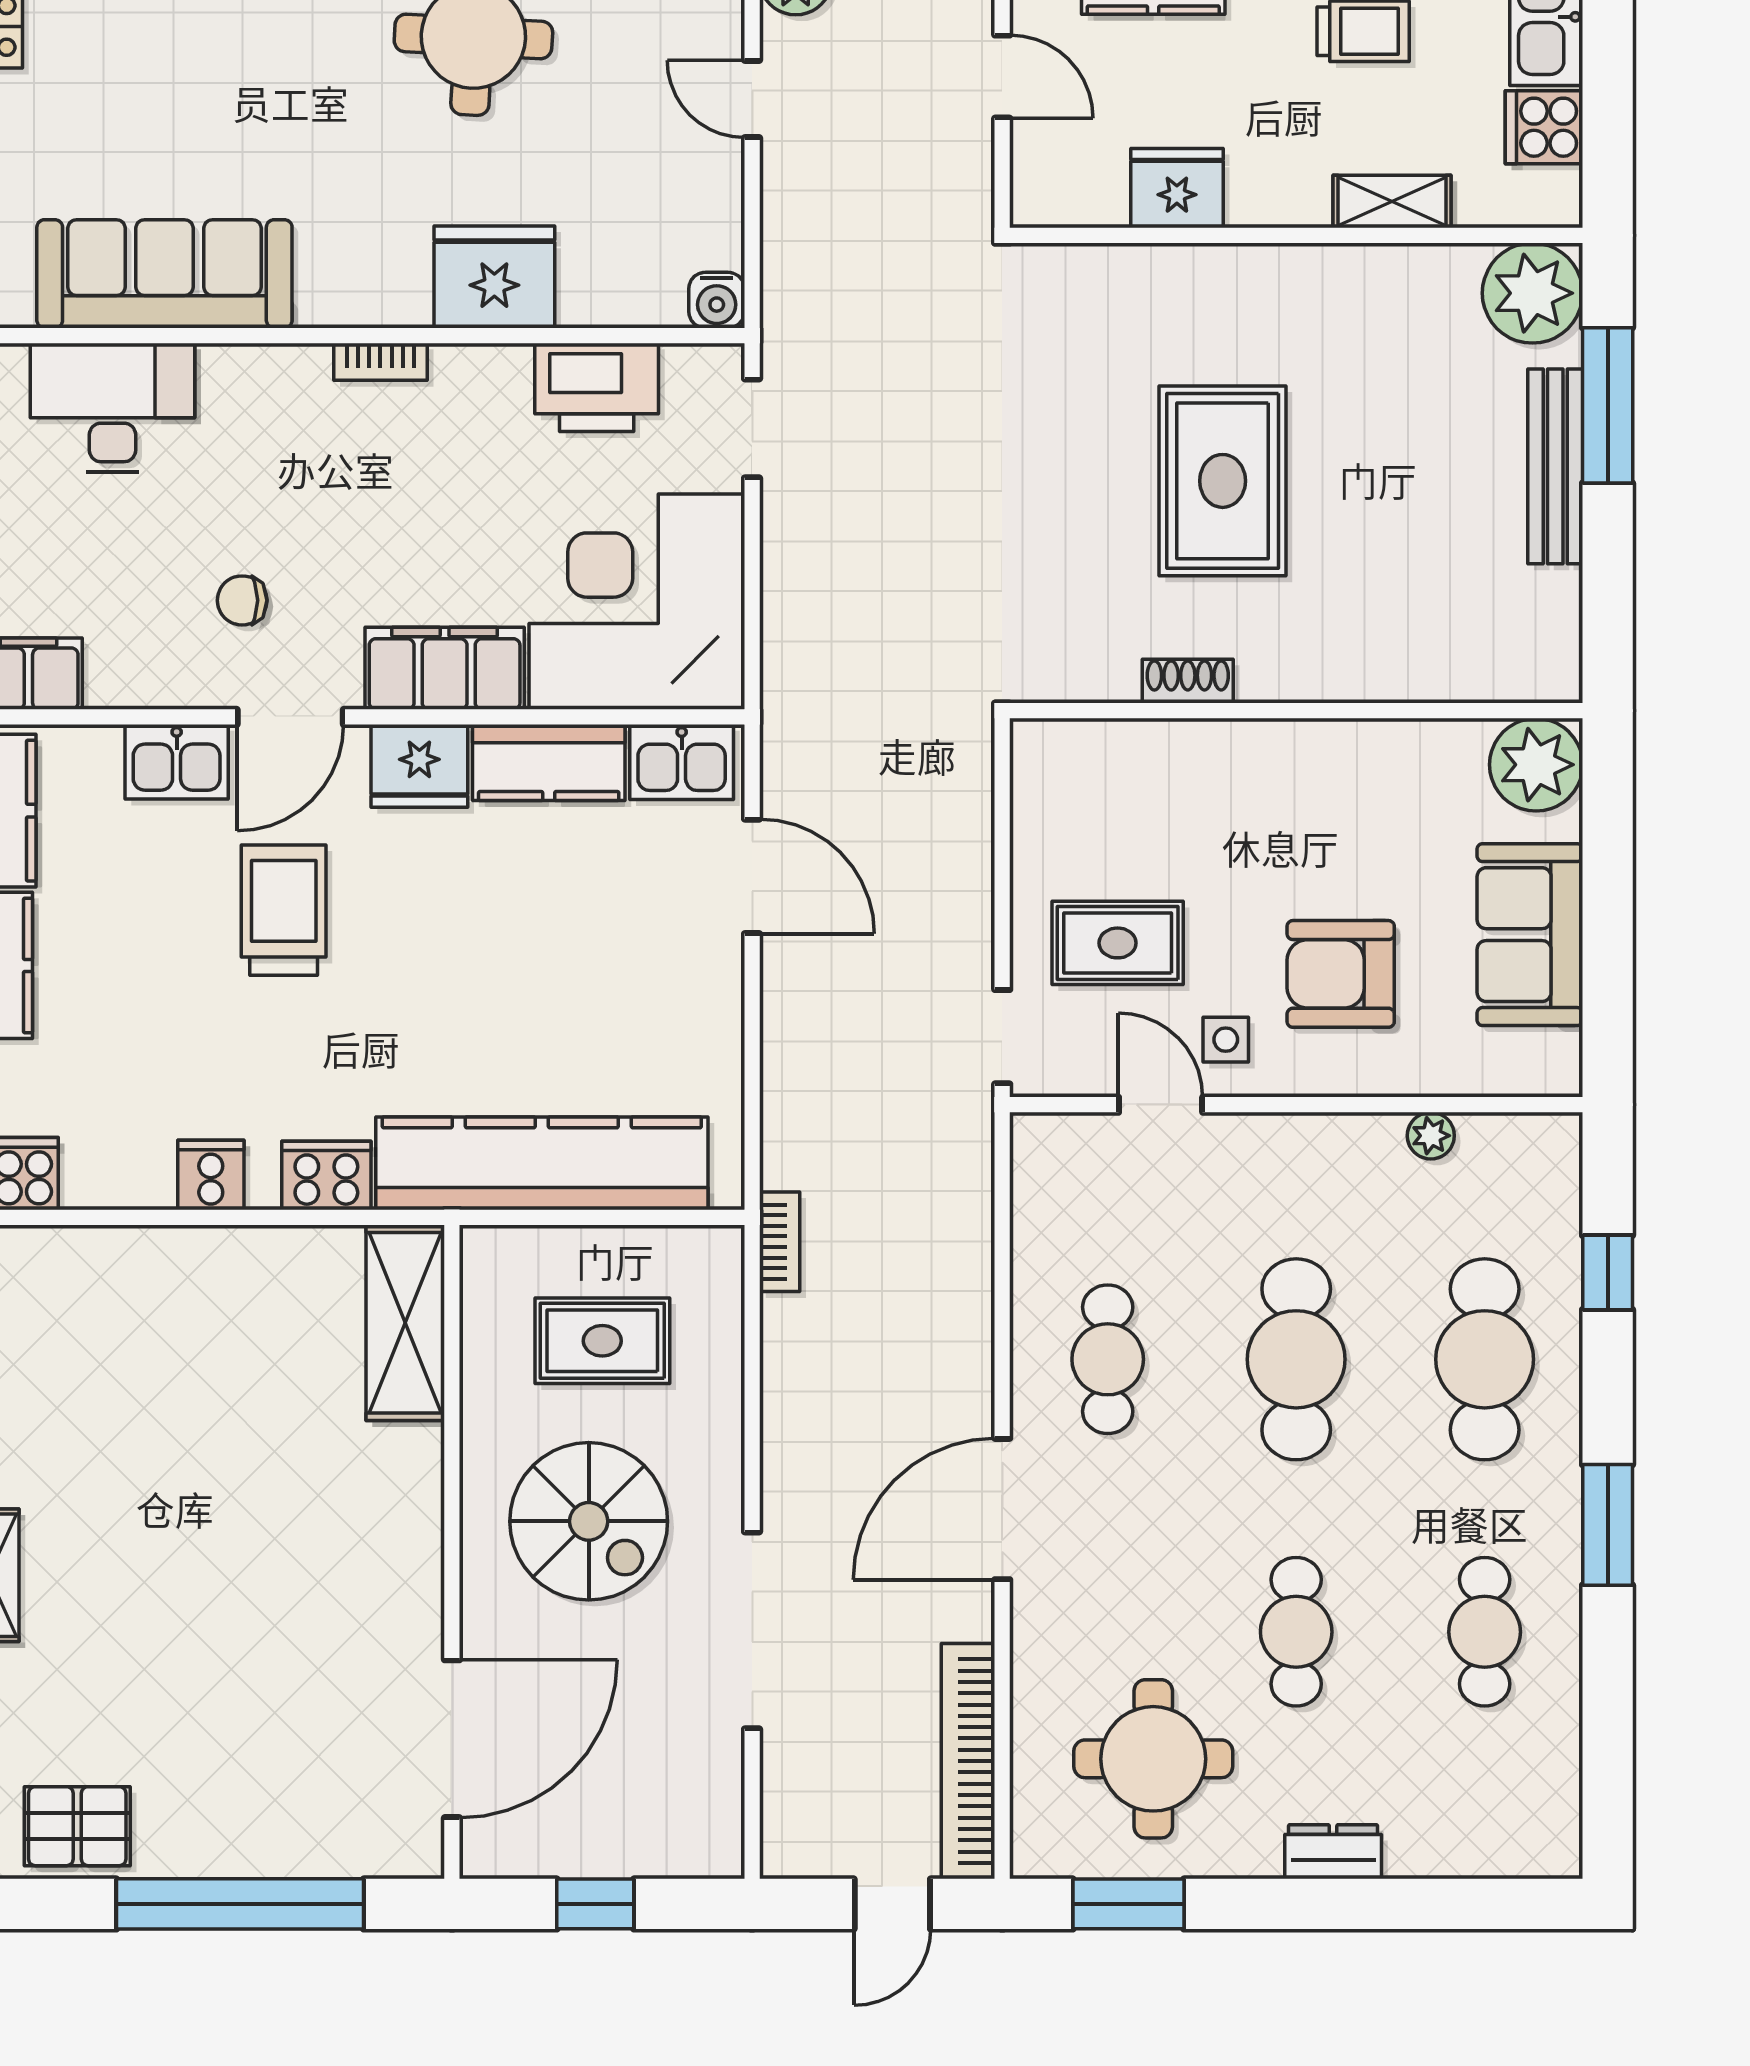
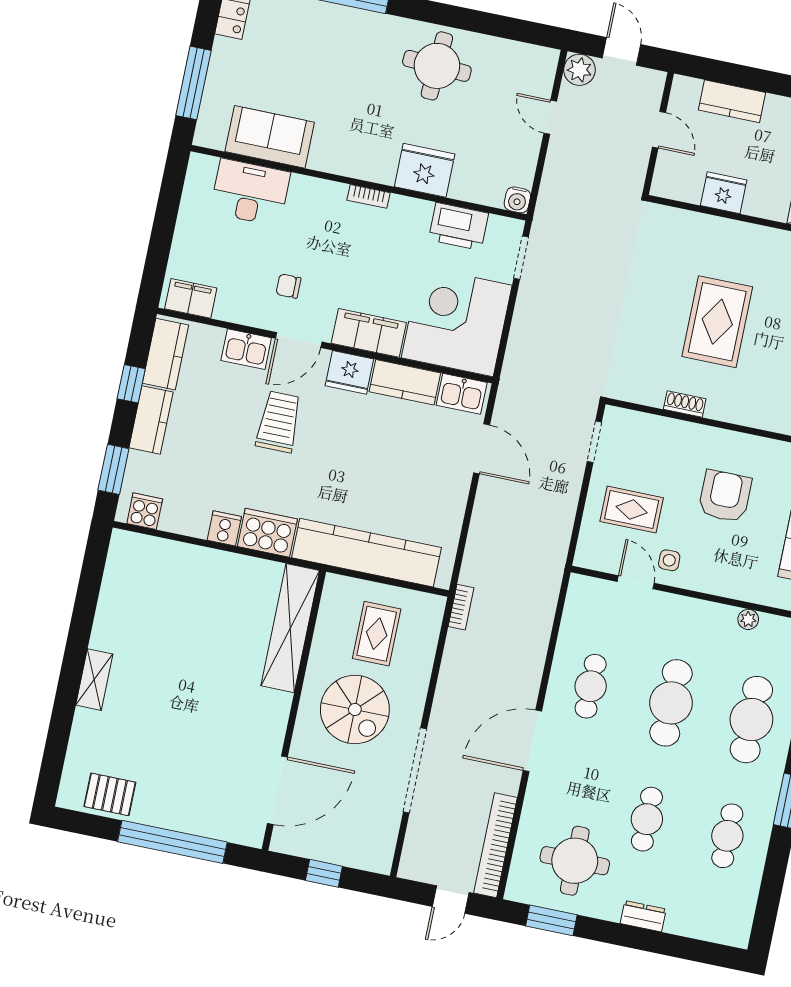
sofa: (164, 274) -> (270, 137), width x0.73
armchair: (1341, 974) -> (725, 496), moved, turned 90
doorway: (1002, 1037) -> (594, 442), moved
cooker: (326, 1175) -> (267, 533), width x1.37, depth x1.31
shelving: (405, 1323) -> (290, 628), width x1.47
rug: (602, 1341) -> (377, 634), turned 90

